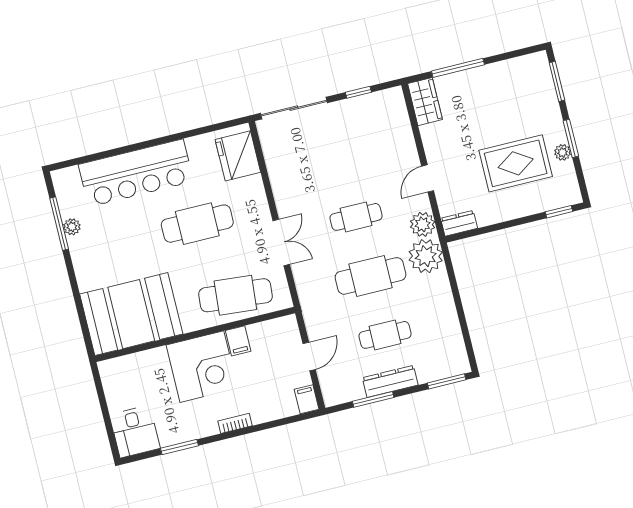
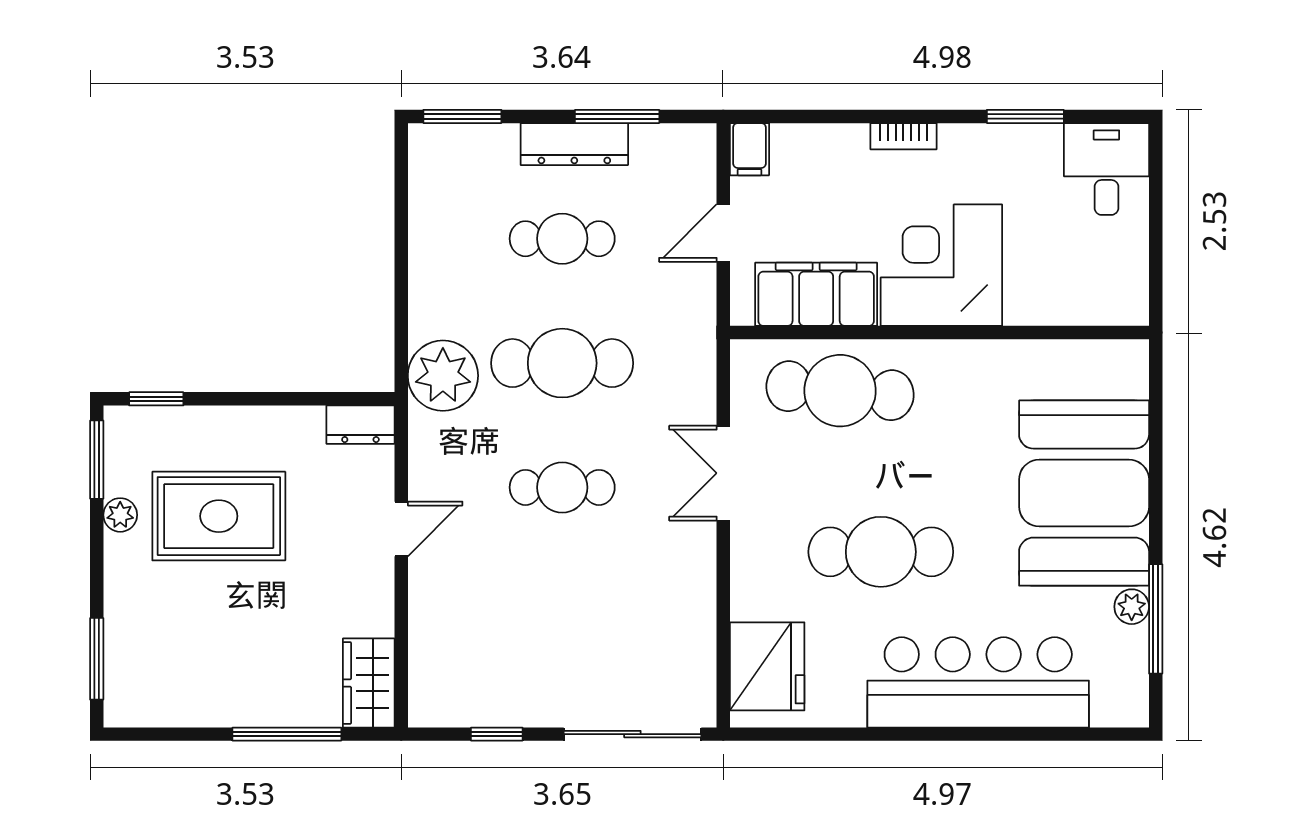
window: (571, 138) -> (97, 460), moved
plant: (423, 224) -> (434, 440), removed
booth: (131, 314) -> (1084, 493), moved, turned 90
filing cabinet: (238, 341) -> (816, 294), width x3.00, depth x1.17

